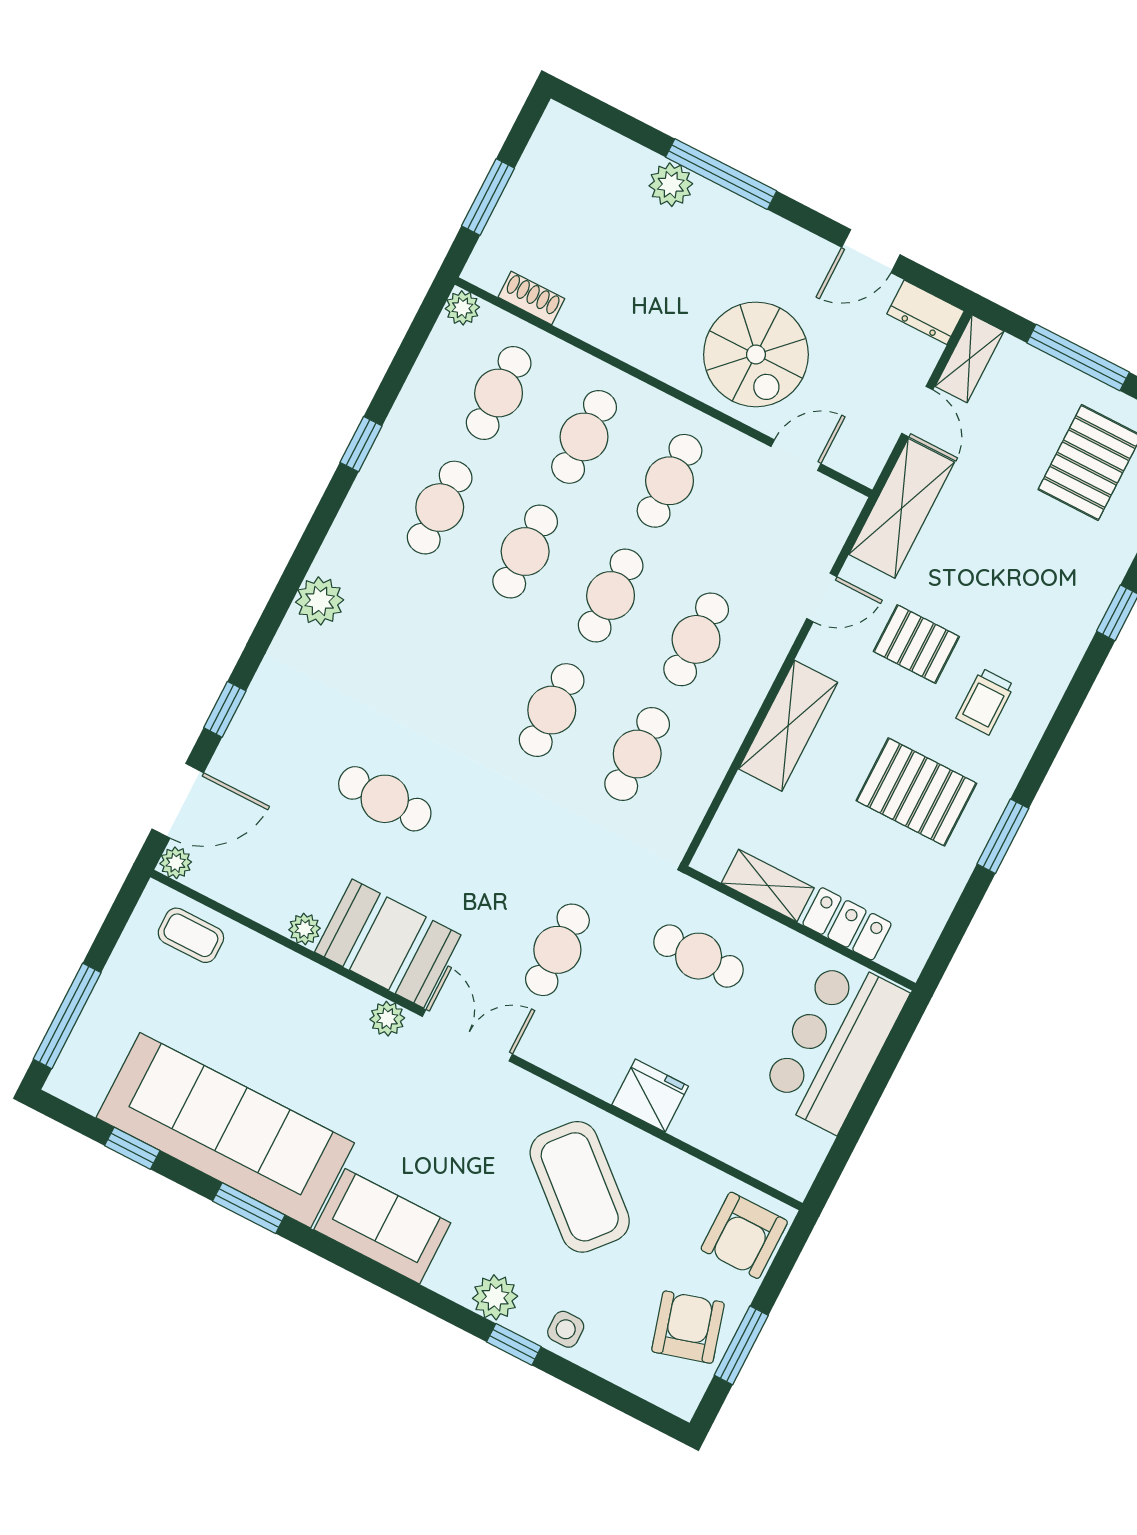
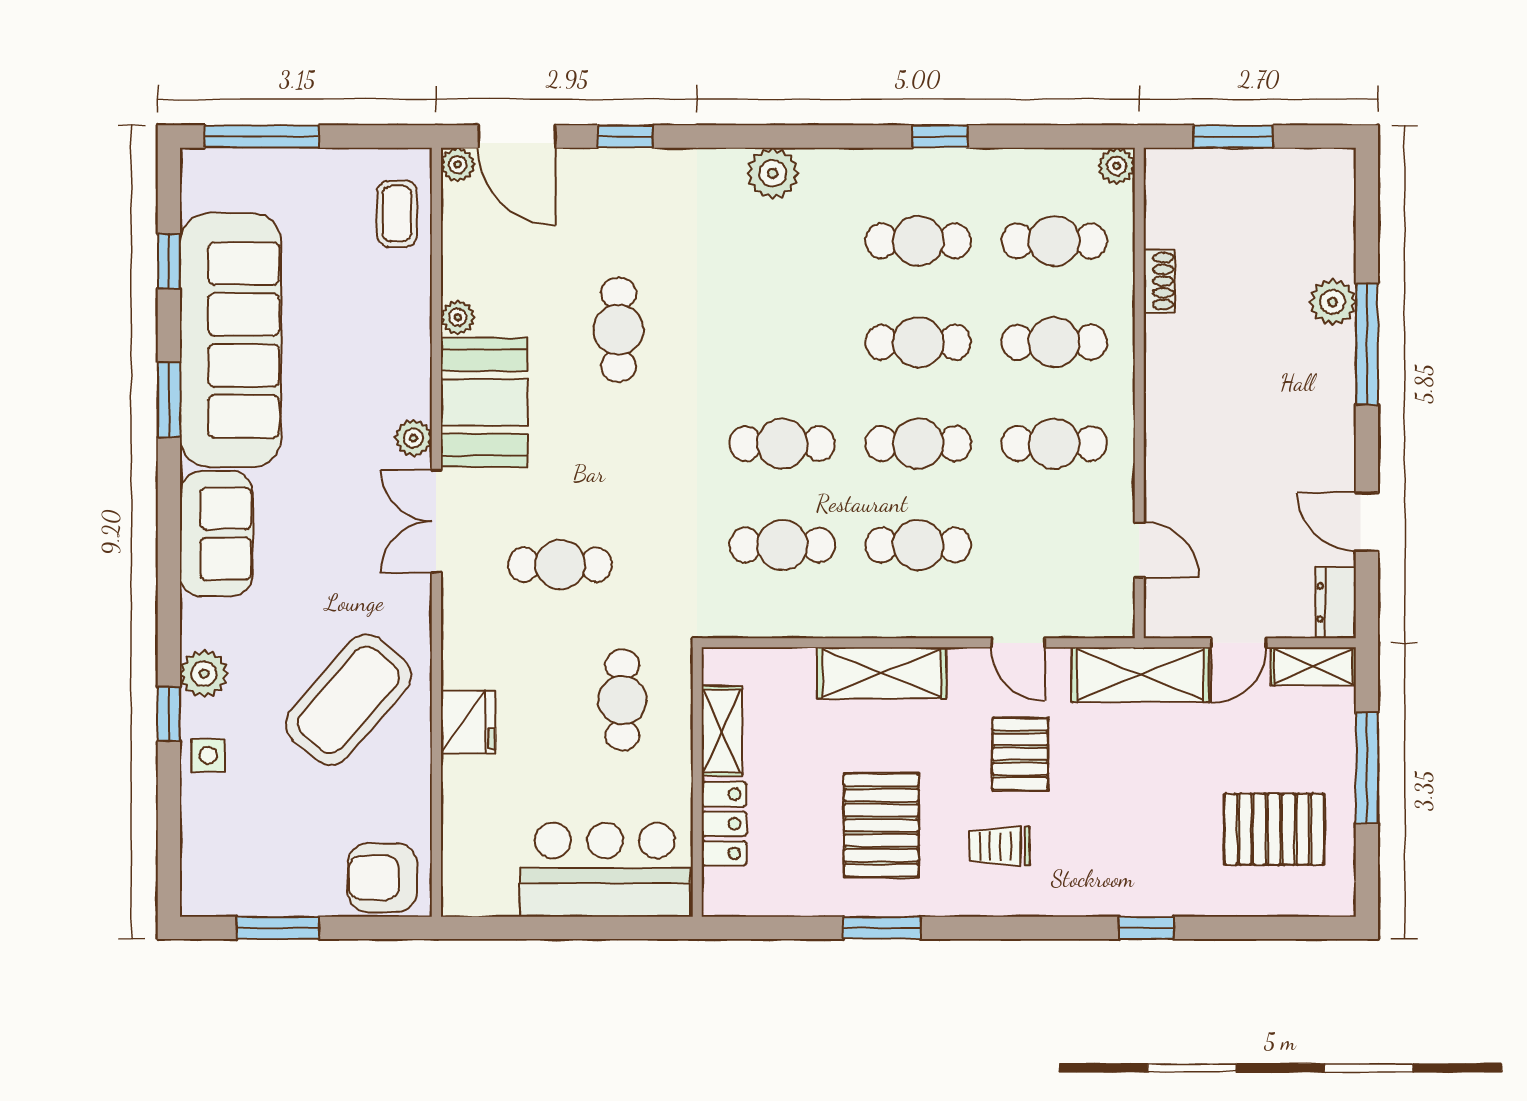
shoe rack: (531, 298) -> (1159, 281), moved
spiral stairs: (756, 354) -> (1214, 464), removed
double door: (467, 1035) -> (436, 521), swing flipped
armchair: (688, 1327) -> (269, 869), removed

